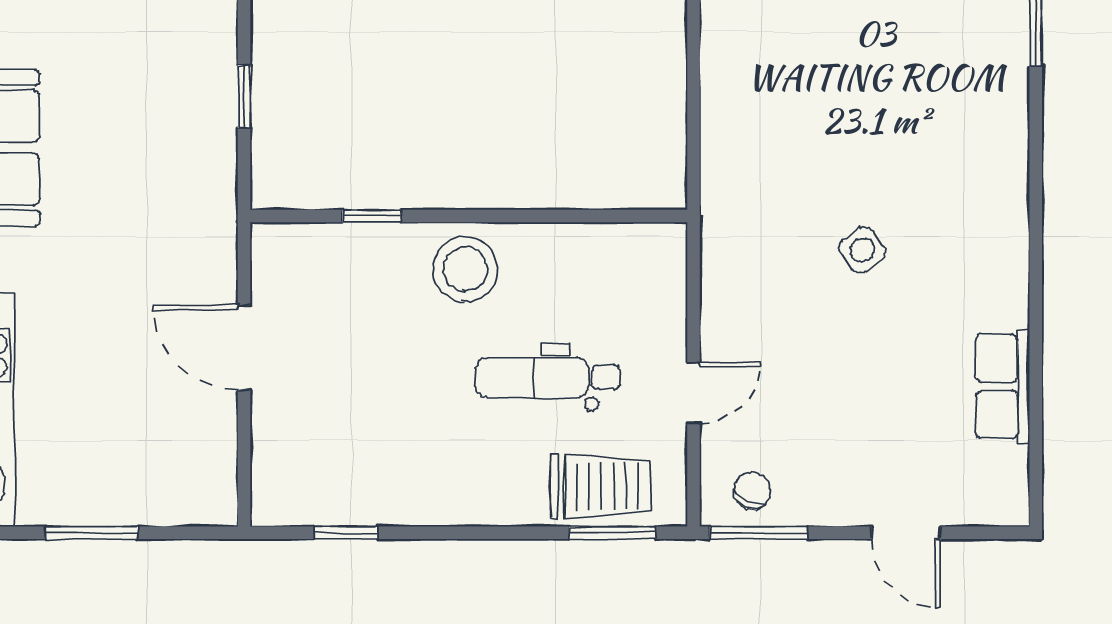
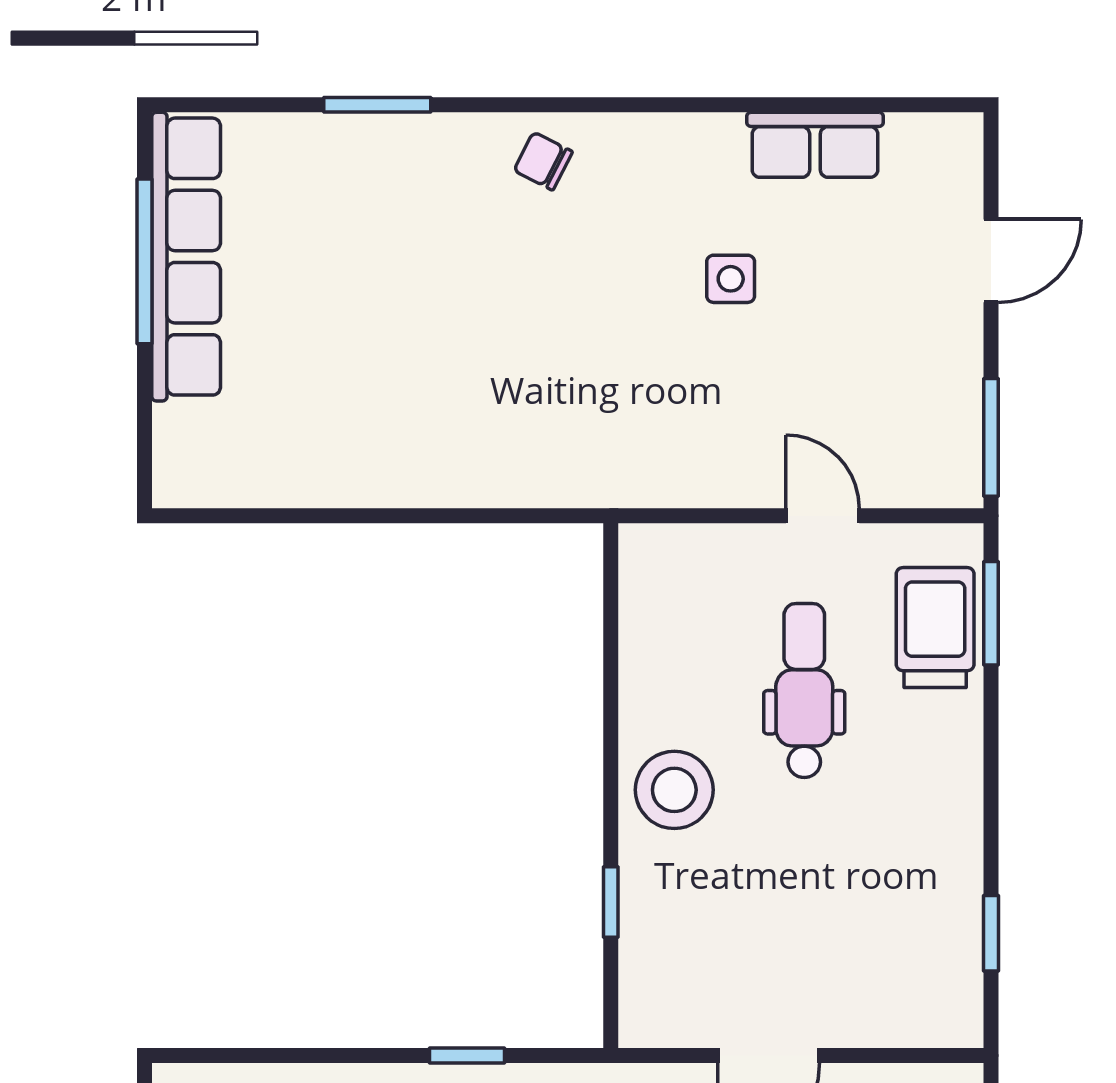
side table: (862, 250) -> (731, 279), moved, turned 34
dental chair: (548, 377) -> (804, 690), turned 180
chair: (752, 490) -> (543, 161), moved

